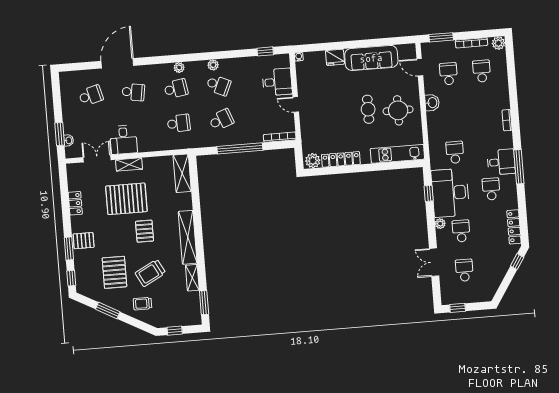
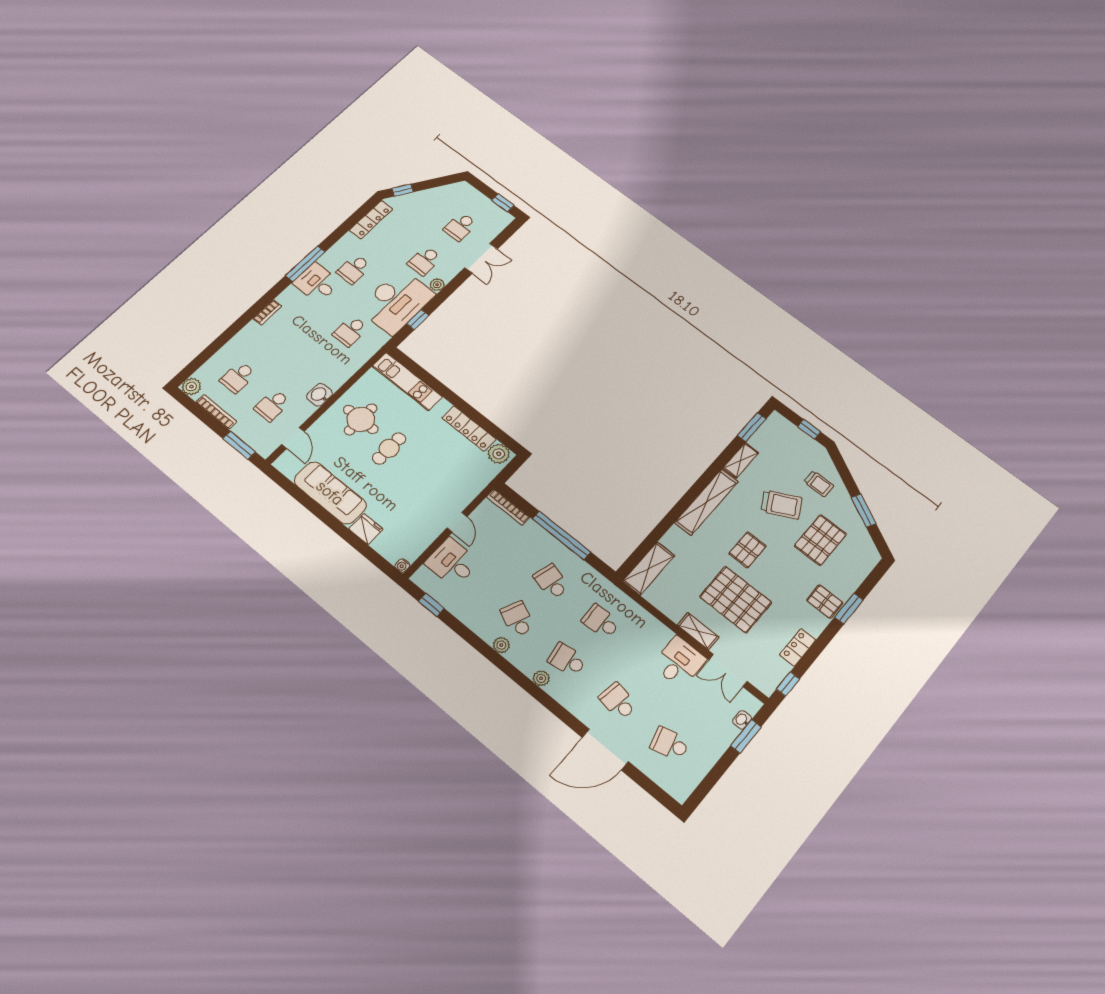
school desk: (221, 120) -> (551, 582), turned 36
window: (71, 278) -> (788, 684), moved

